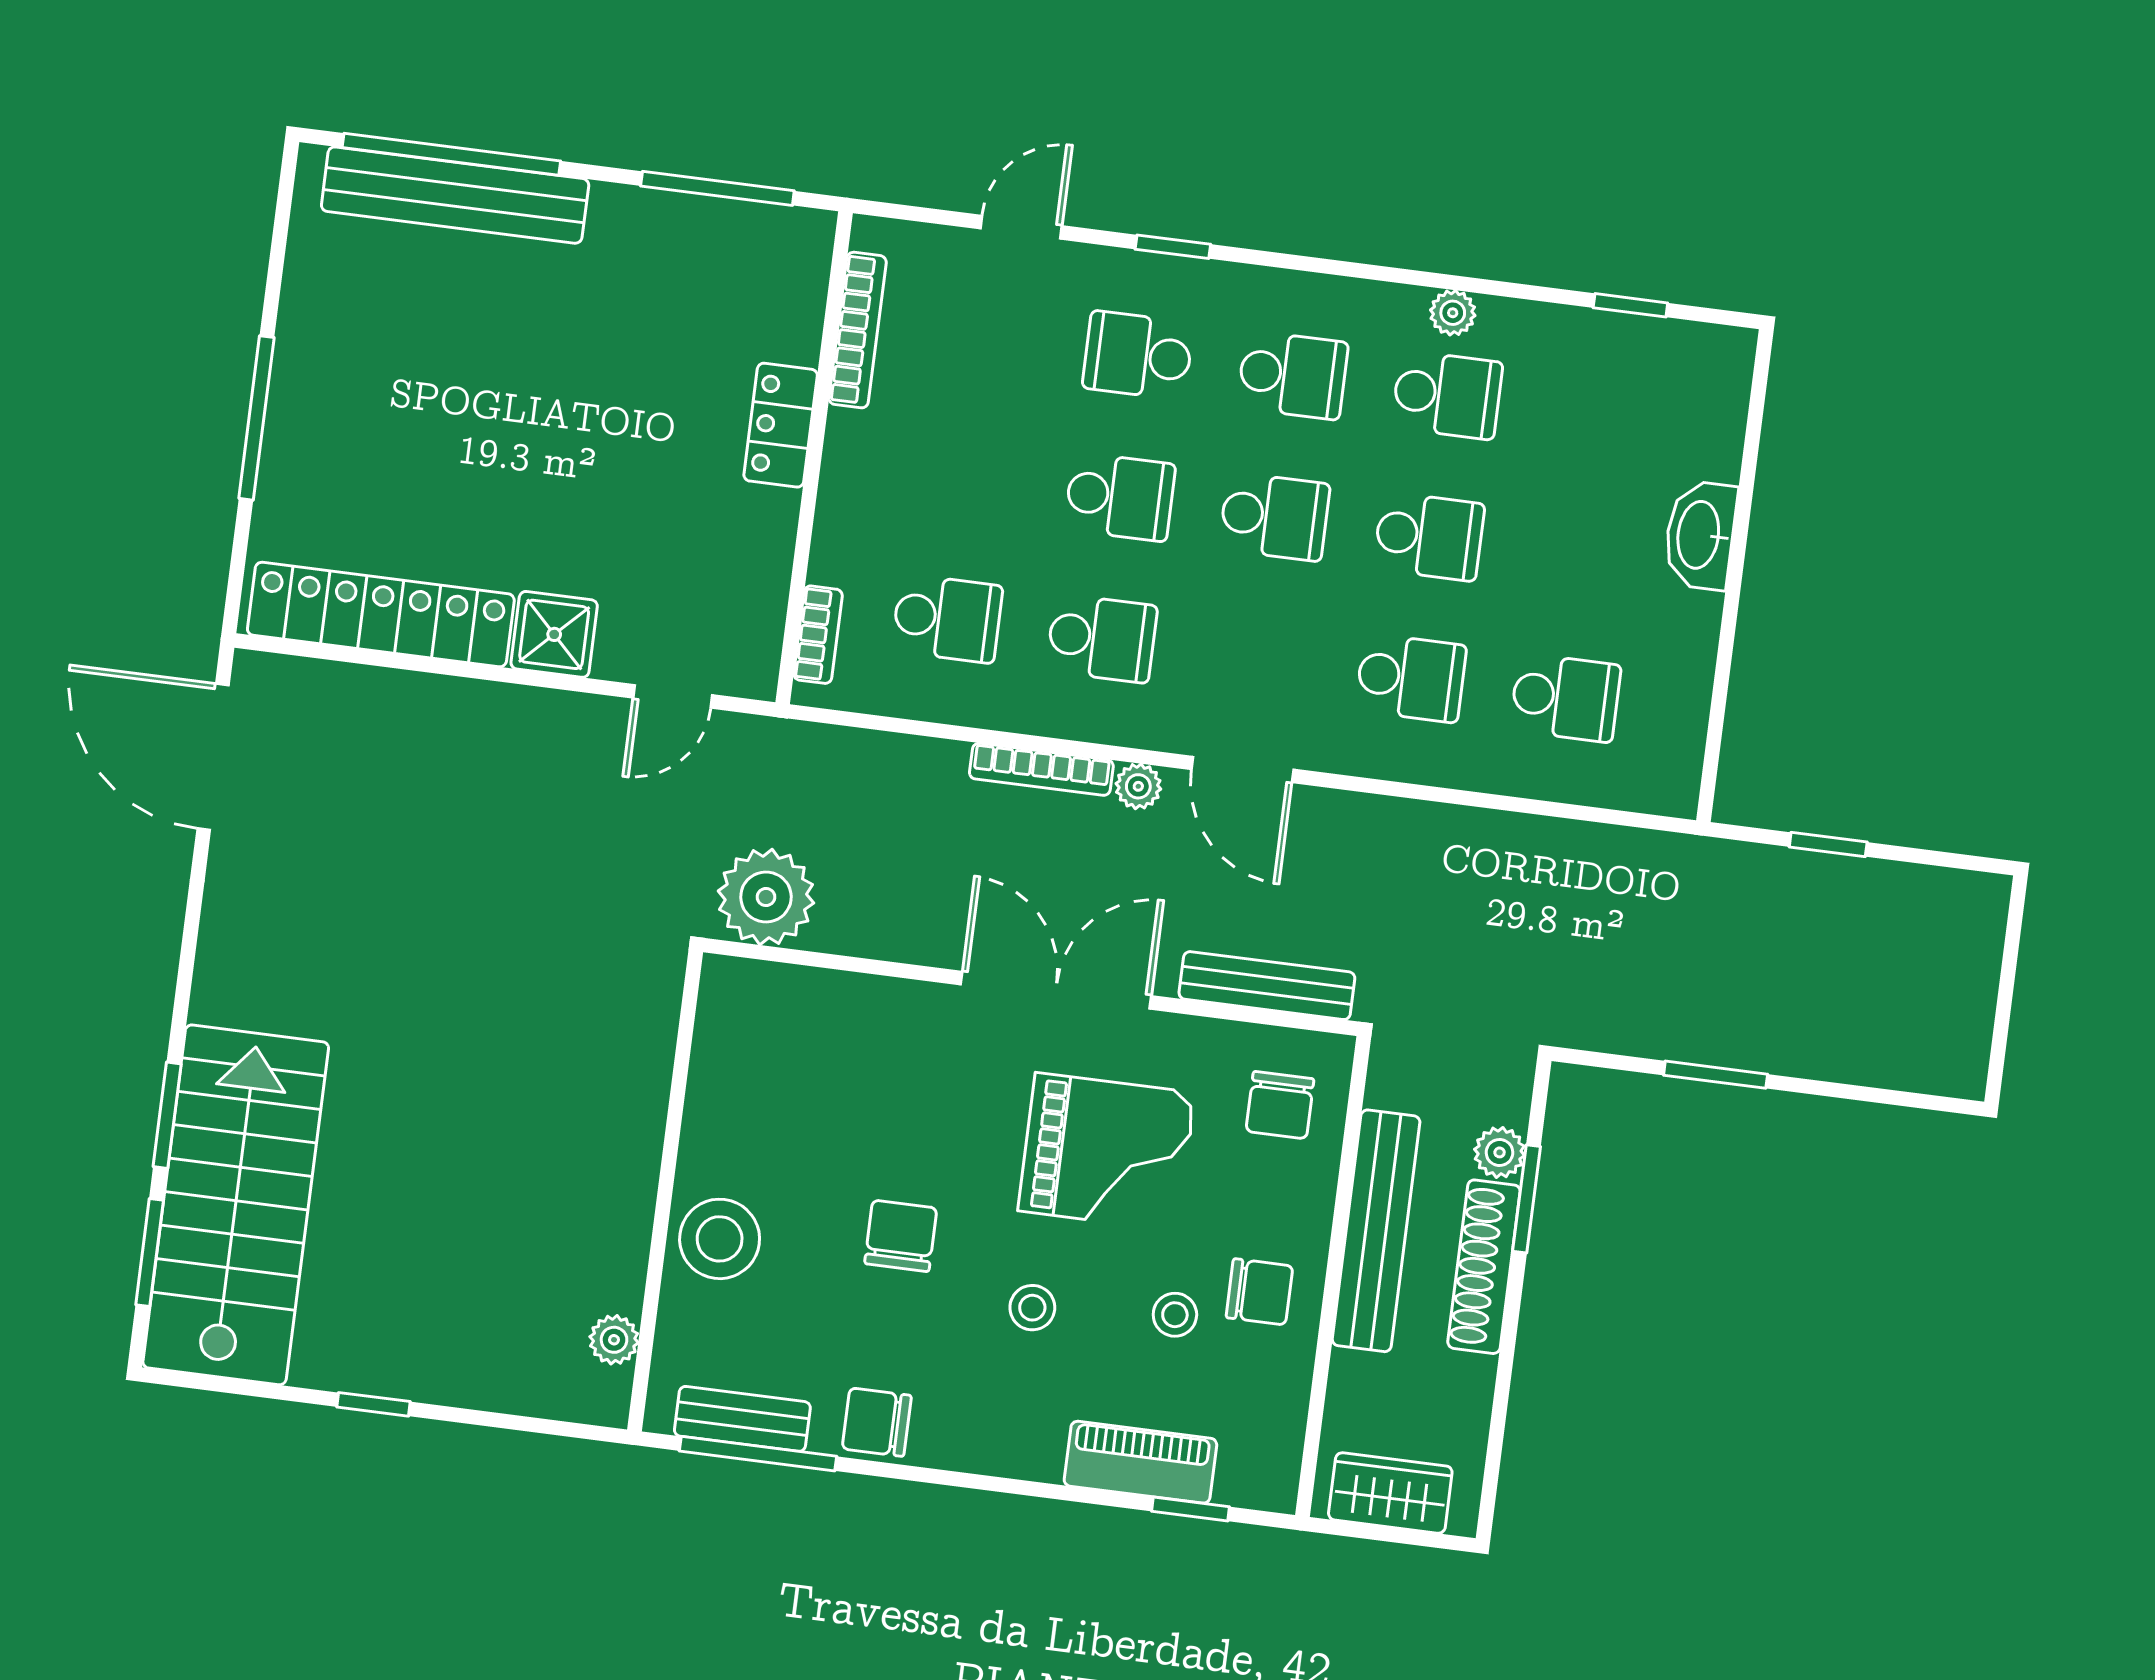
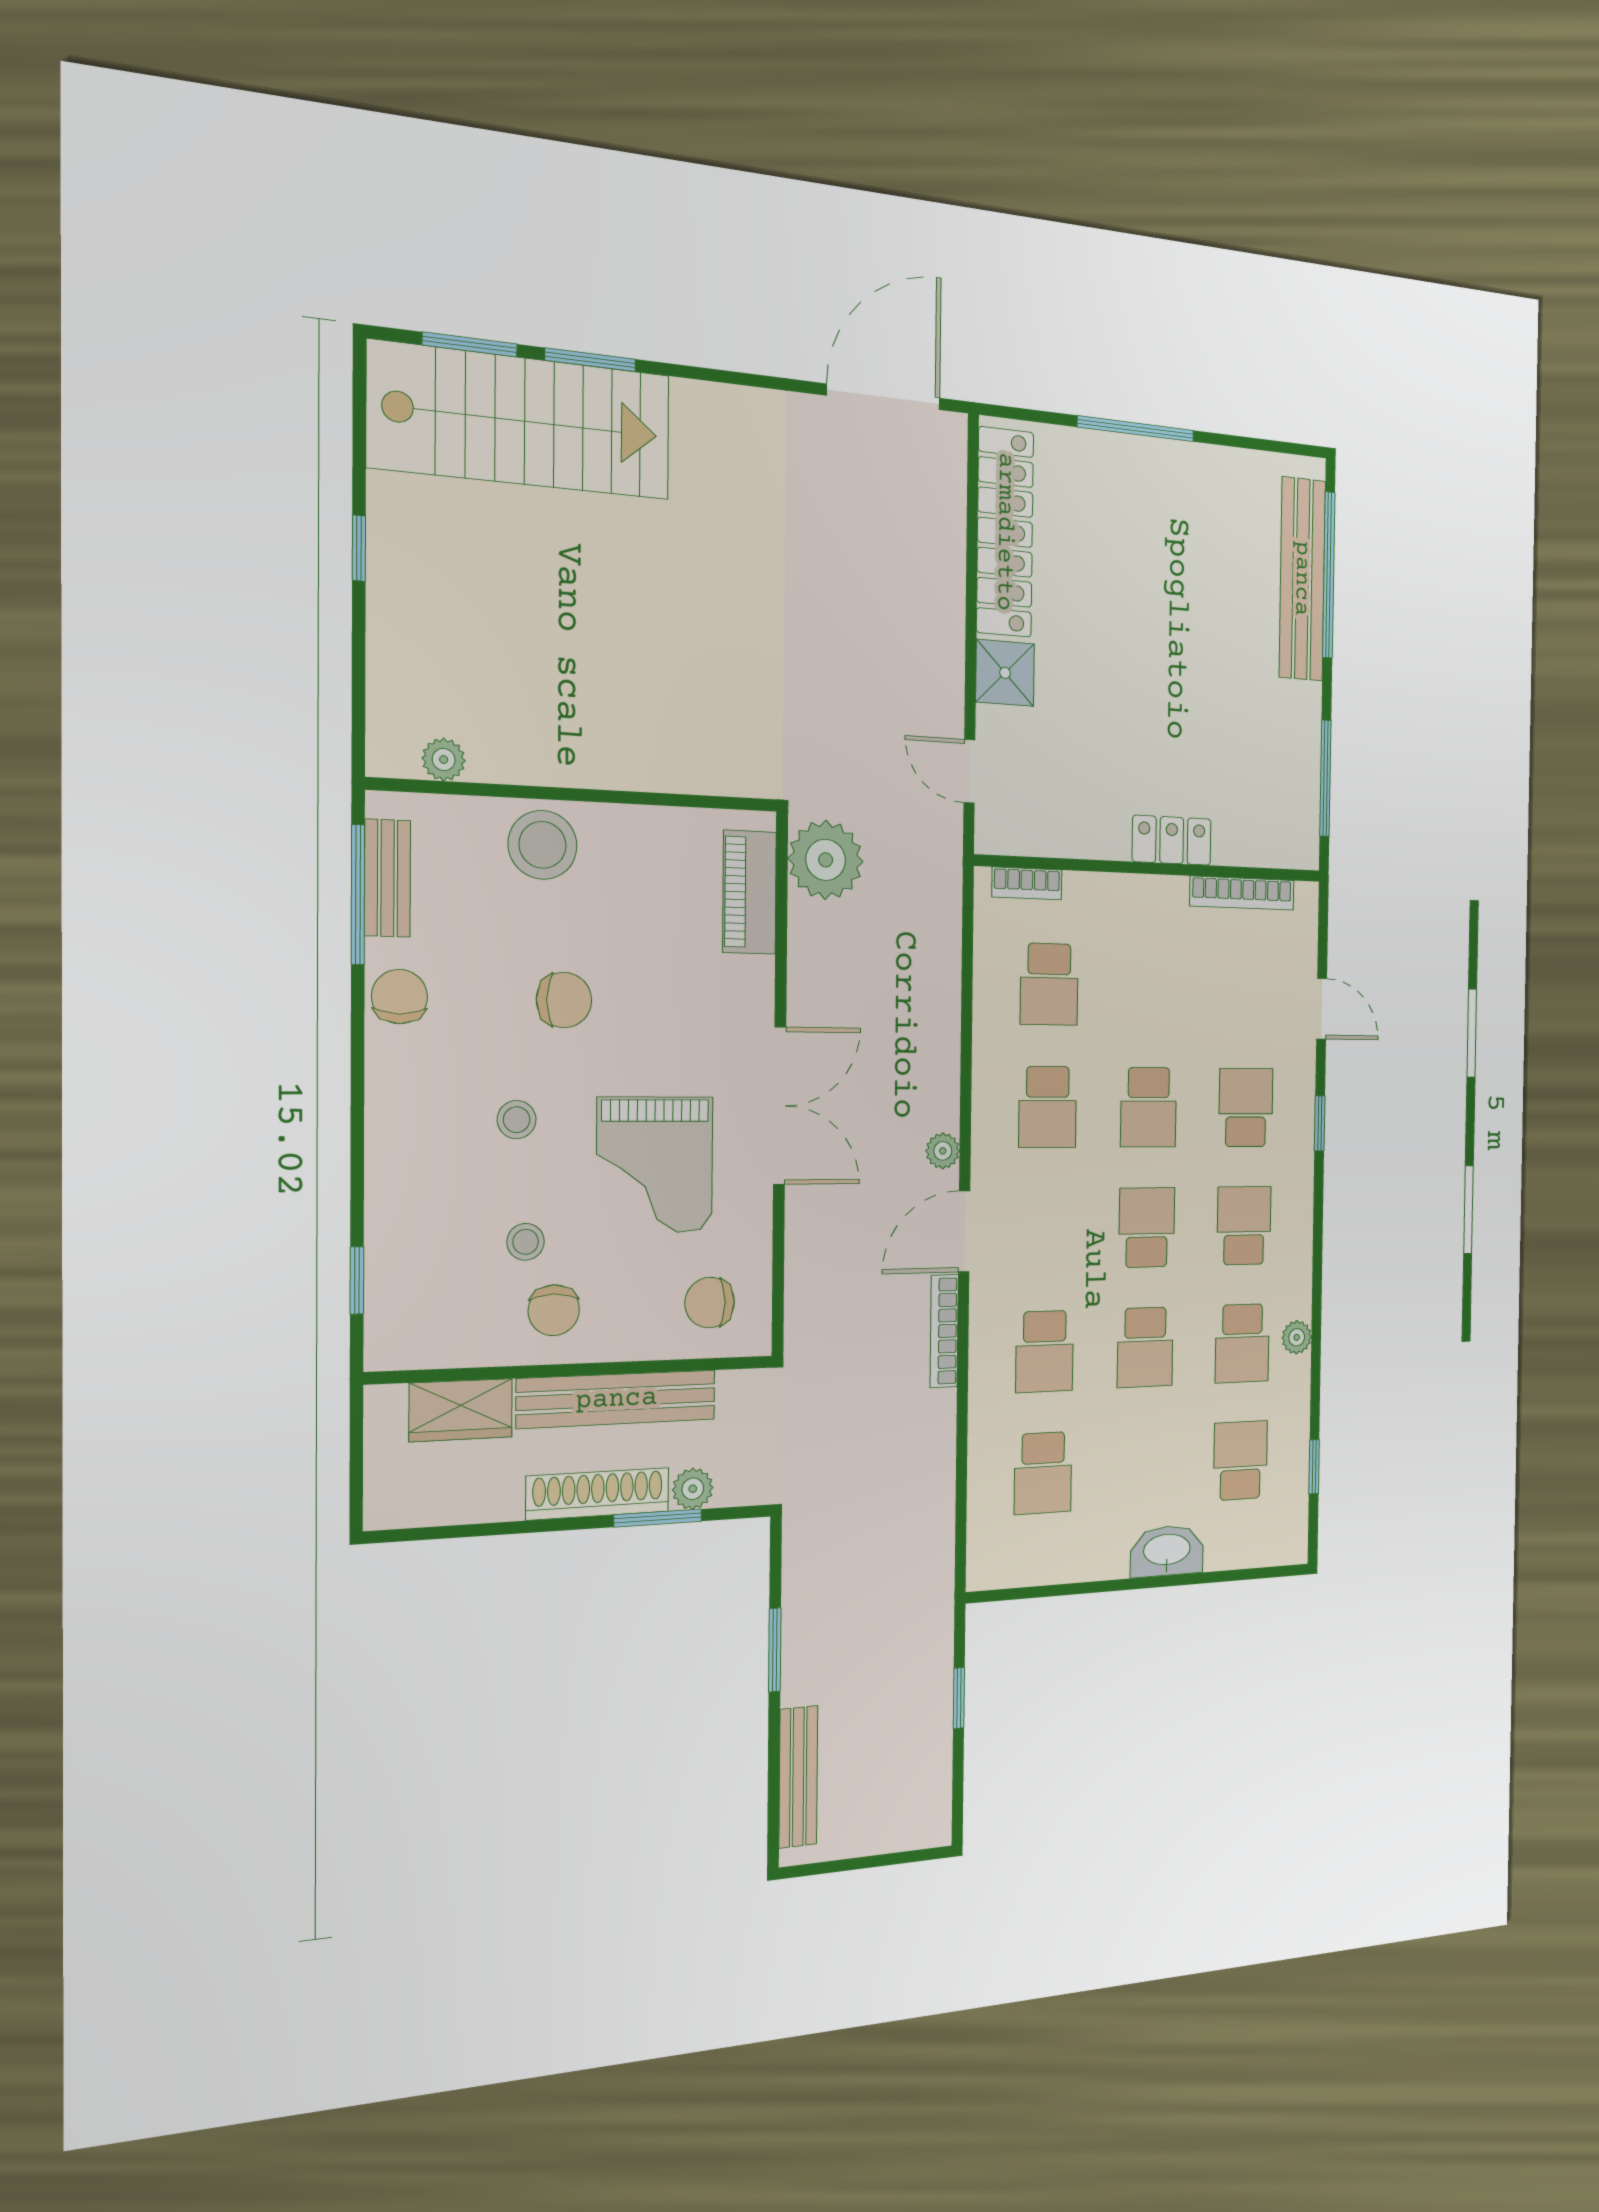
school desk: (1293, 375) -> (1244, 1226), turned 180
school desk: (1602, 415) -> (1240, 1461), added
school desk: (1274, 517) -> (1147, 1227), turned 180
bookcase: (1041, 769) -> (944, 1331), moved
bench: (1267, 986) -> (798, 1777), moved
piano: (1140, 1462) -> (749, 892), moved, turned 180
wardrobe: (1390, 1493) -> (461, 1410), moved, turned 90

